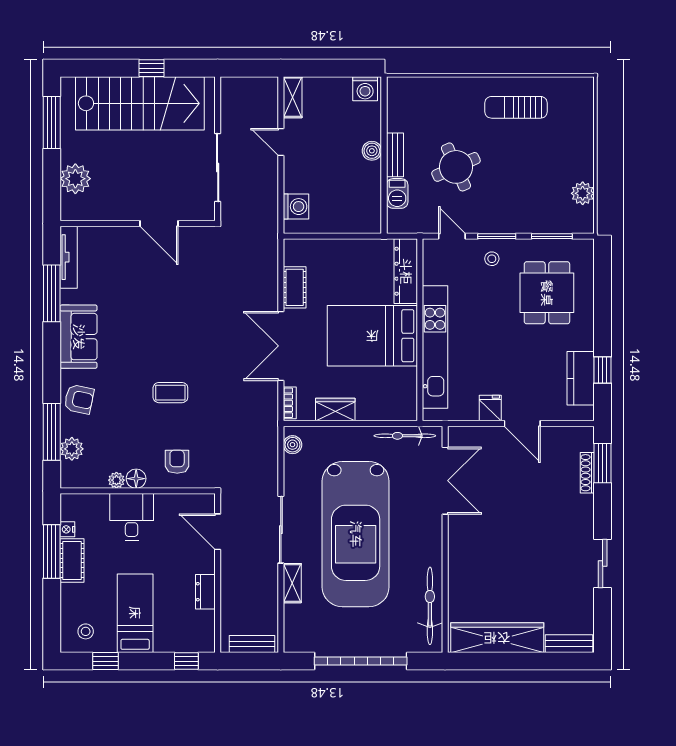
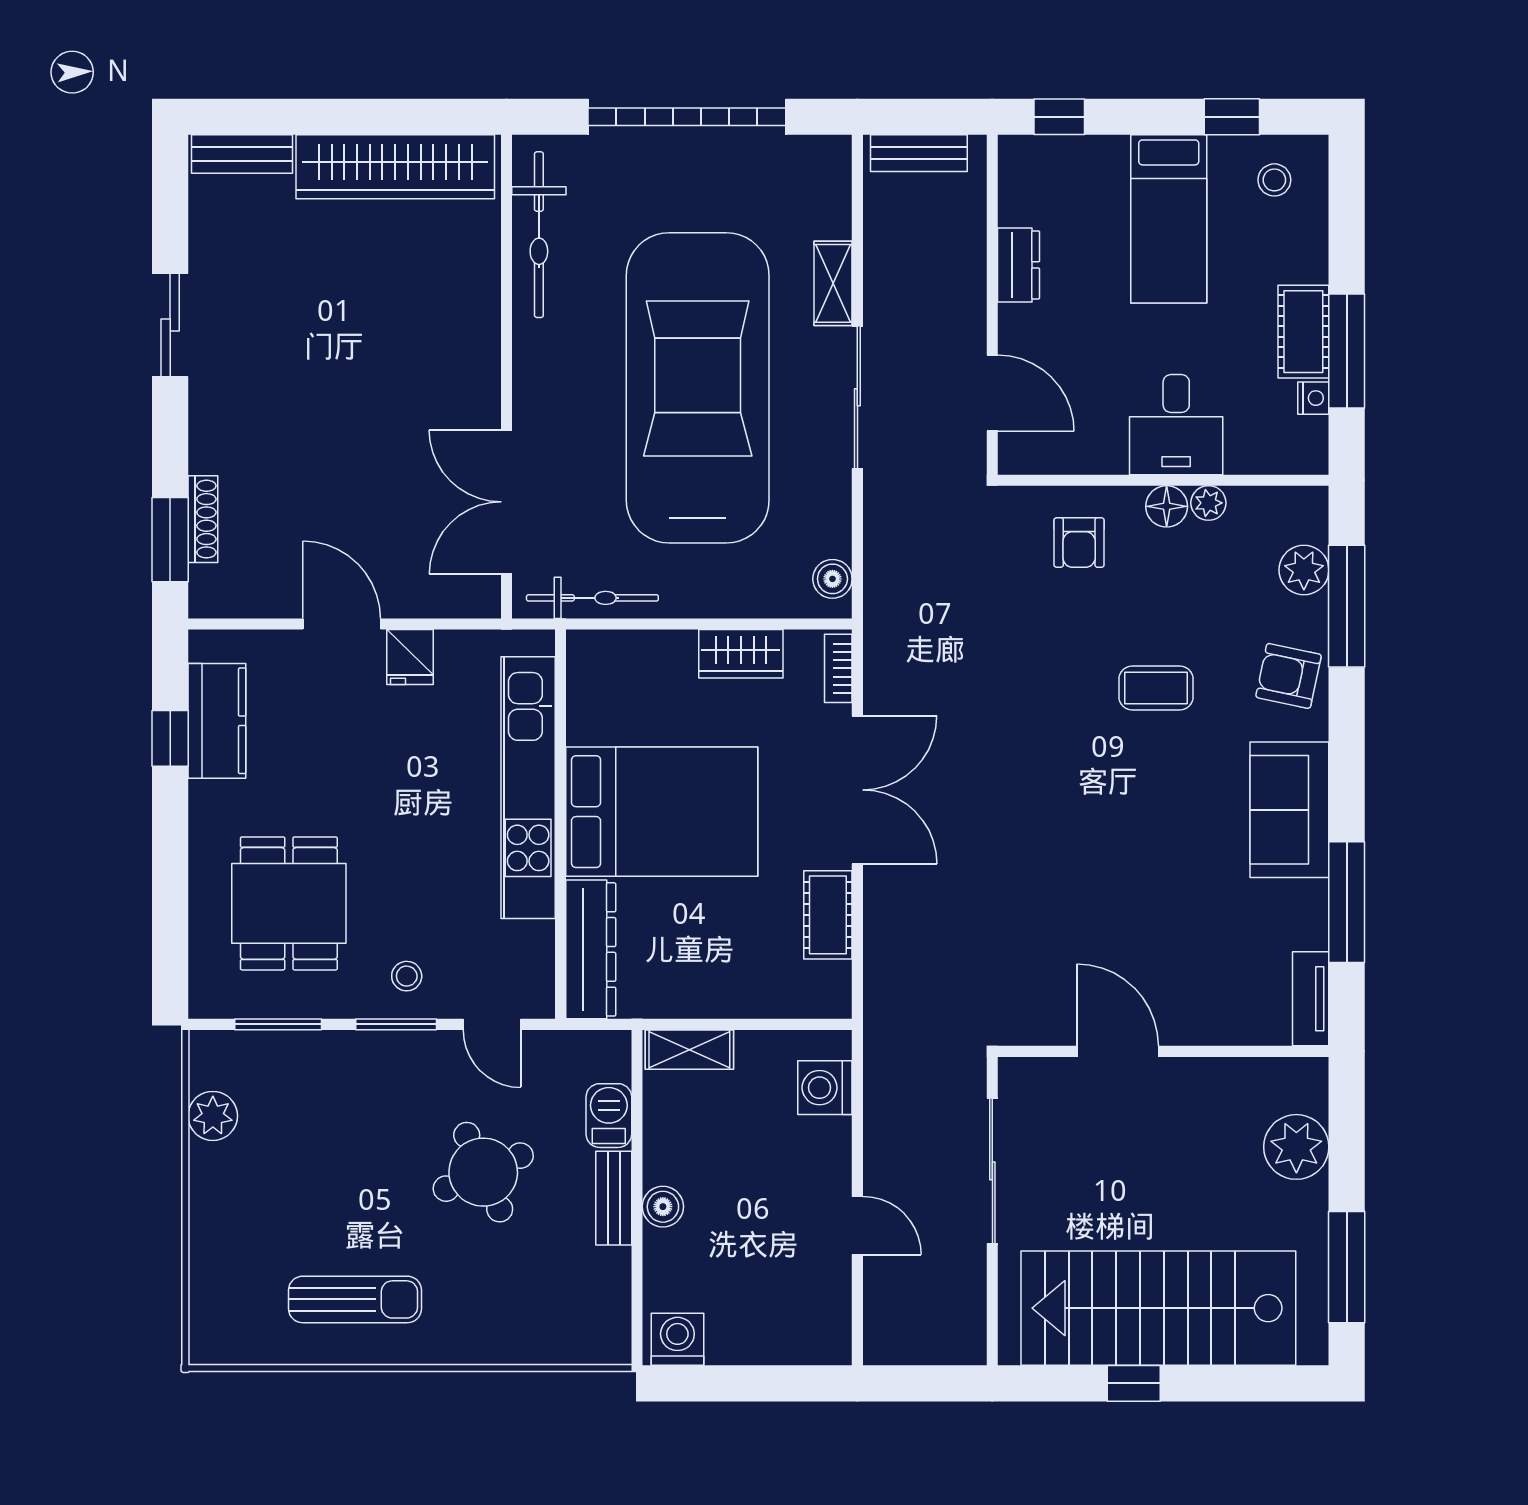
shelving: (293, 97) -> (689, 1050), moved, turned 90
tv unit: (69, 257) -> (1311, 999), width x0.71
coffee table: (170, 393) -> (1156, 688), moved

